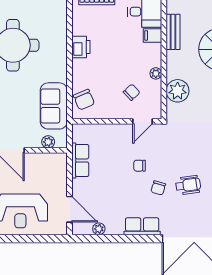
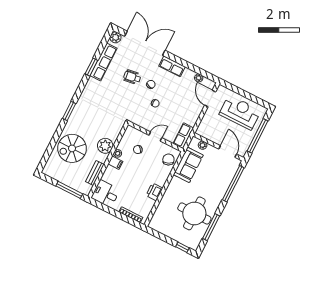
filing cabinet: (152, 35) -> (115, 163), moved
plant: (178, 91) -> (105, 146), moved
door: (143, 121) -> (155, 136), moved
row of seats: (80, 160) -> (183, 136), moved

